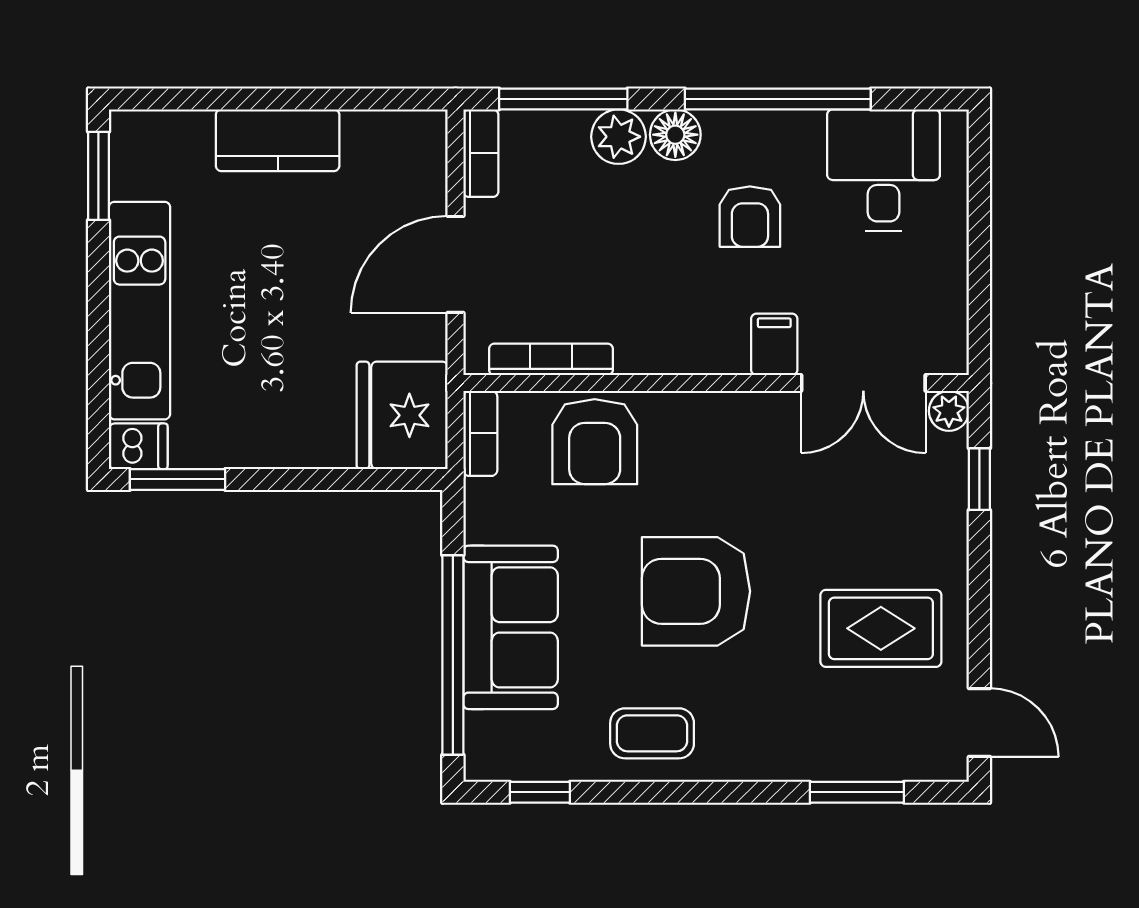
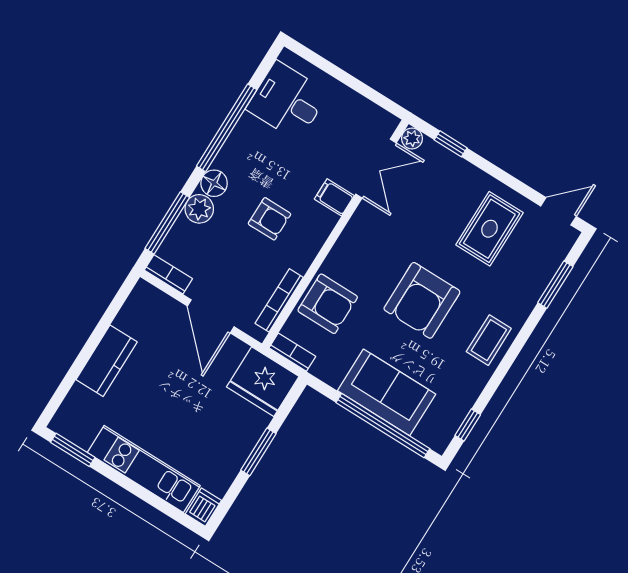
armchair: (750, 217) -> (269, 219), moved
window: (177, 479) -> (258, 452), moved
coffee table: (652, 733) -> (489, 340), moved

